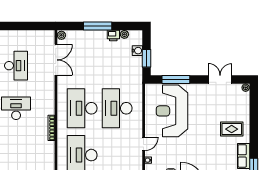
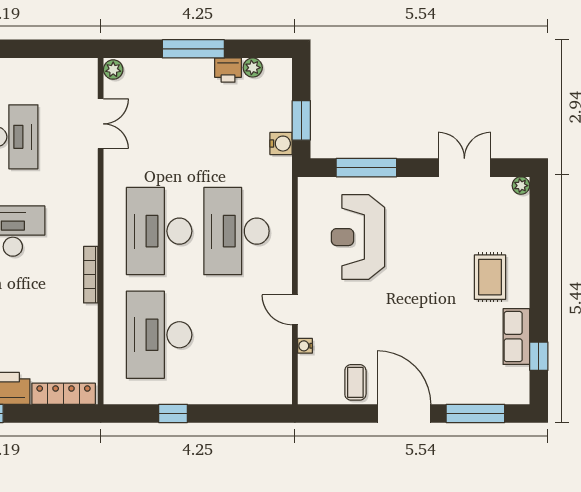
water cooler: (137, 51) -> (281, 144), moved
double door: (56, 60) -> (101, 124), width x0.73
reception desk: (172, 111) -> (358, 237), width x0.74, depth x0.77
rug: (232, 129) -> (490, 277), turned 90
door: (144, 144) -> (295, 310), swing flipped

